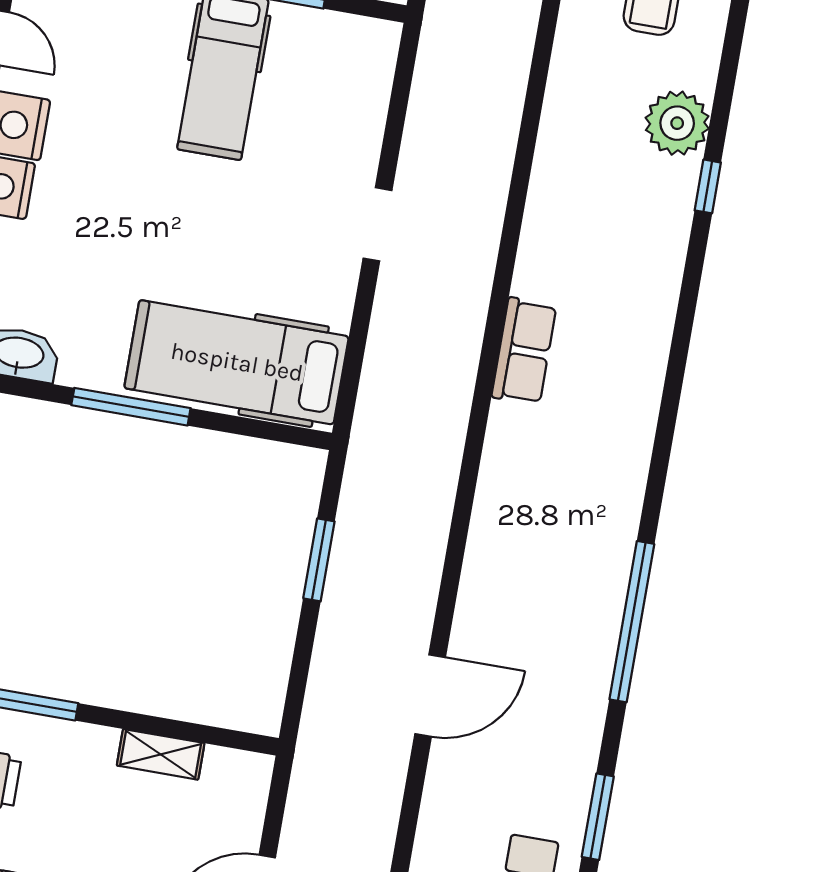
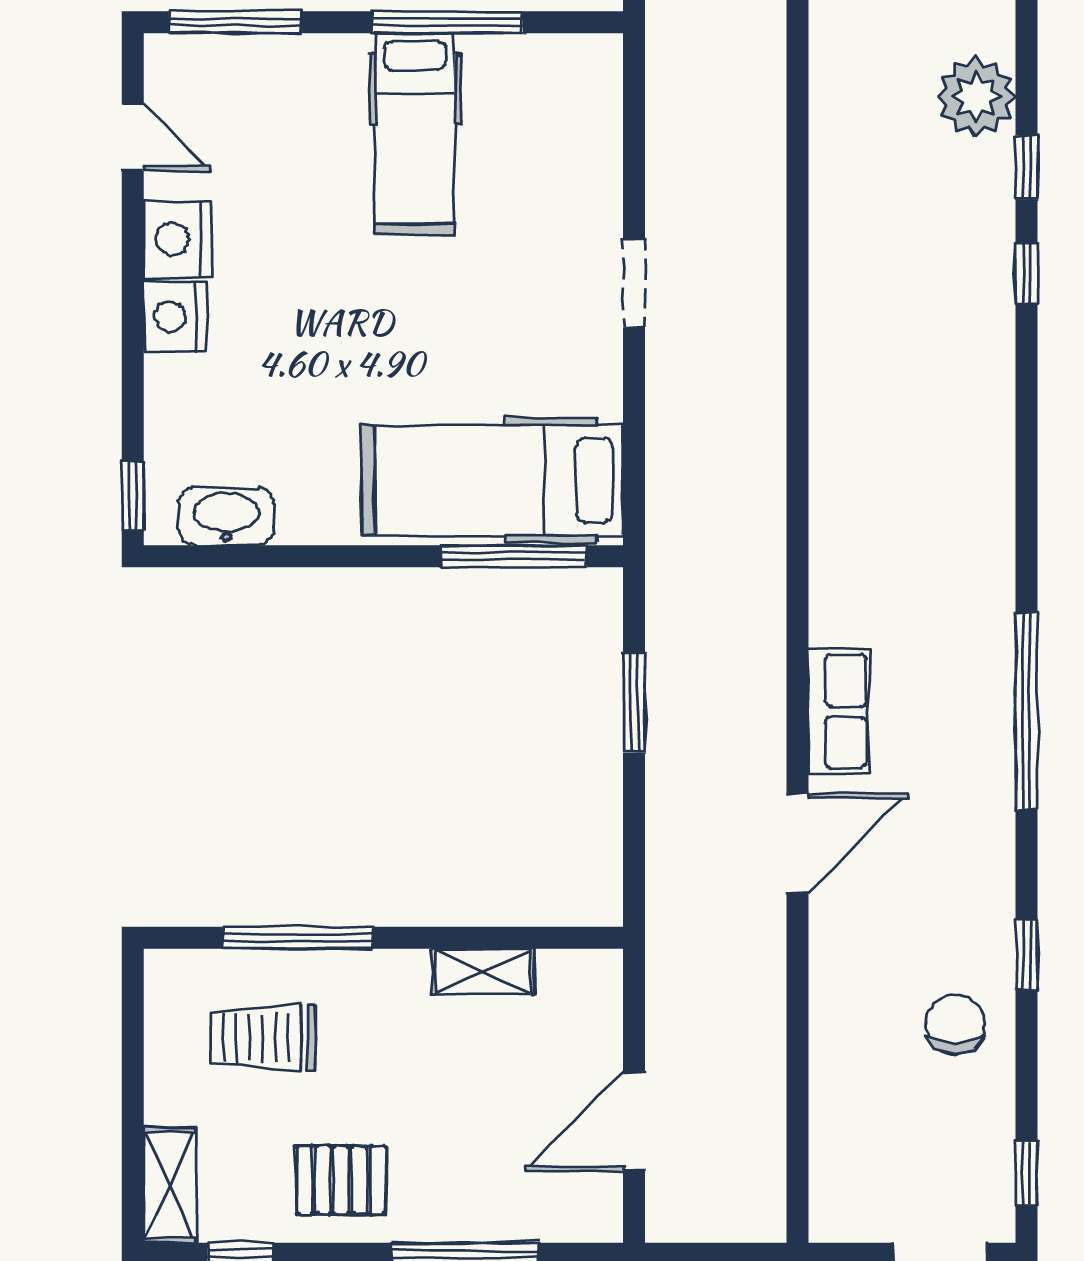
window: (693, 271) -> (1026, 273), added
row of seats: (524, 351) -> (839, 712), moved
window: (131, 407) -> (514, 556), moved
window: (598, 817) -> (1026, 955), width x0.67

